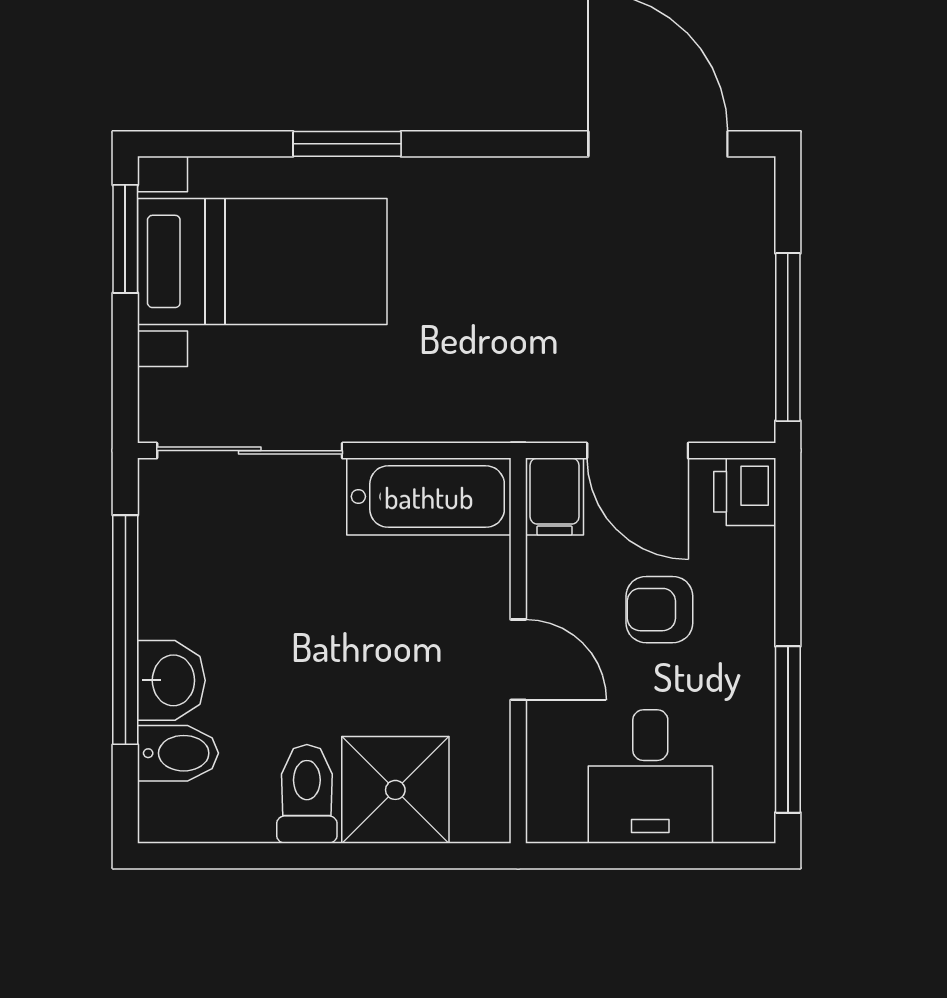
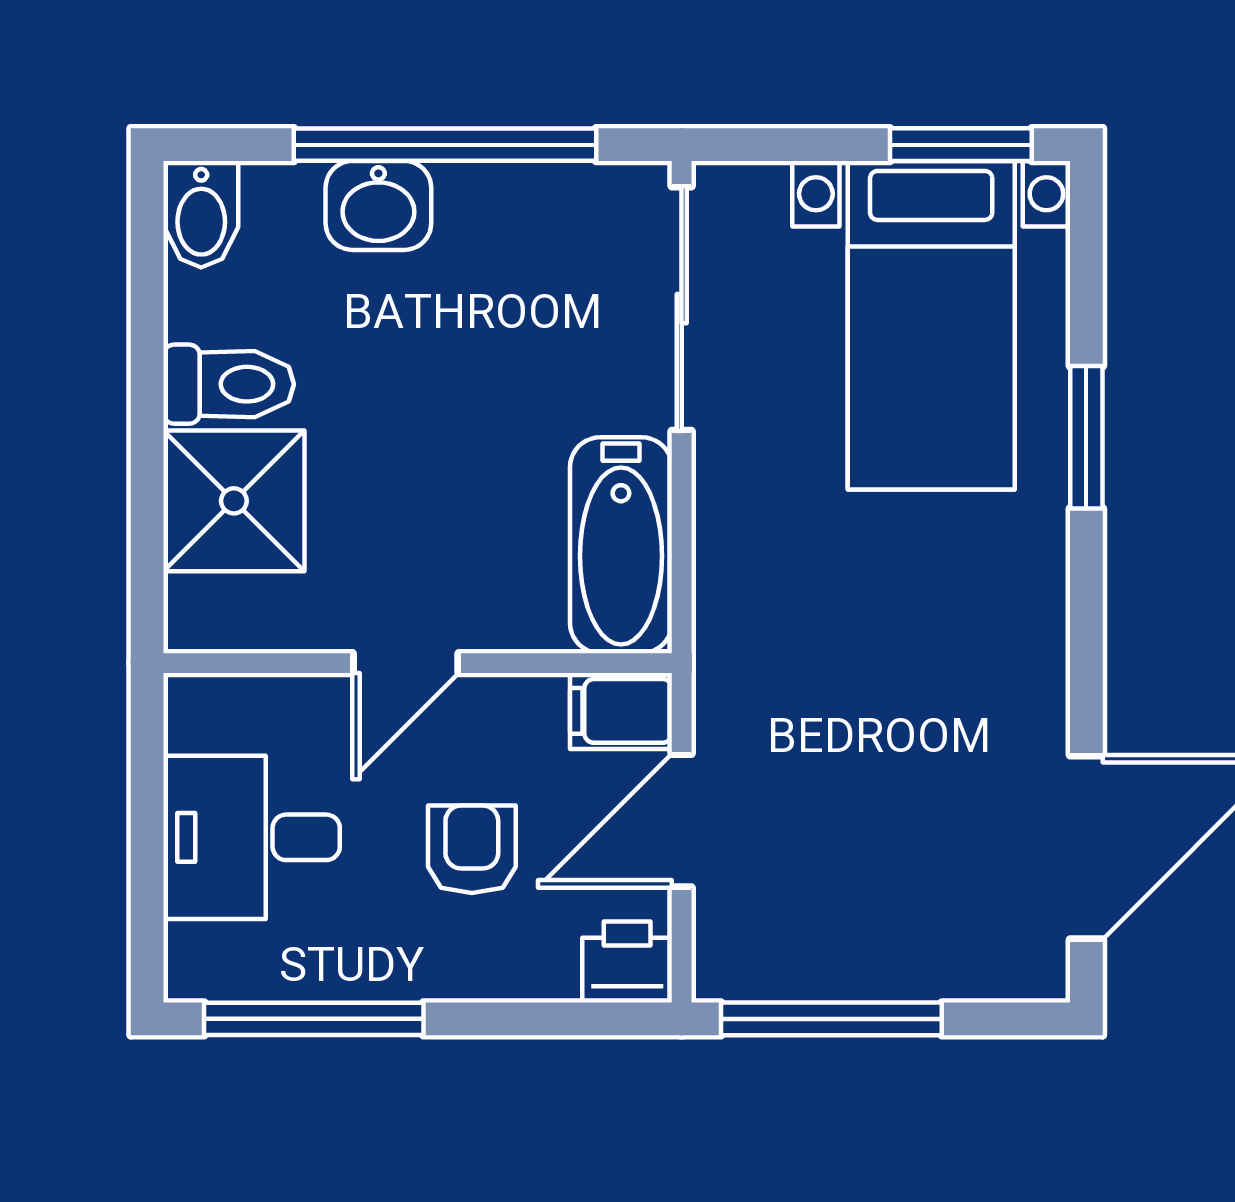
bidet: (178, 753) -> (201, 214), moved

